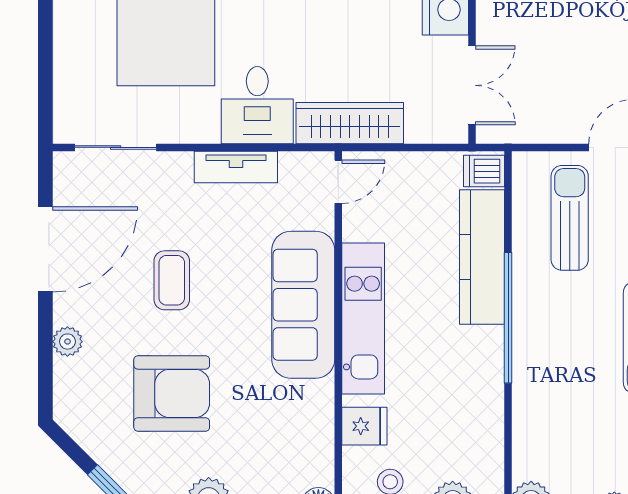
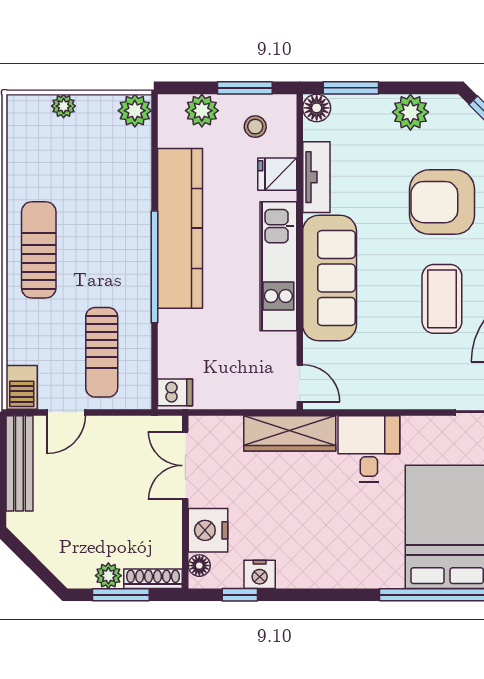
tv unit: (236, 167) -> (316, 177), moved, turned 90
door: (338, 182) -> (300, 383), swing flipped
kitchen counter: (482, 257) -> (180, 228), moved, width x1.39, depth x1.17
coffee table: (172, 280) -> (442, 299), width x1.36, depth x1.30

